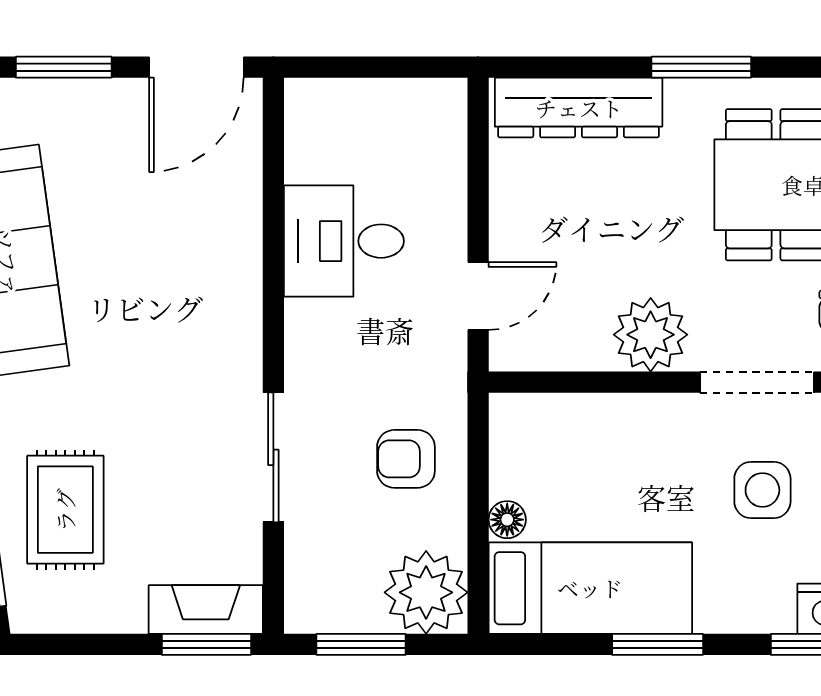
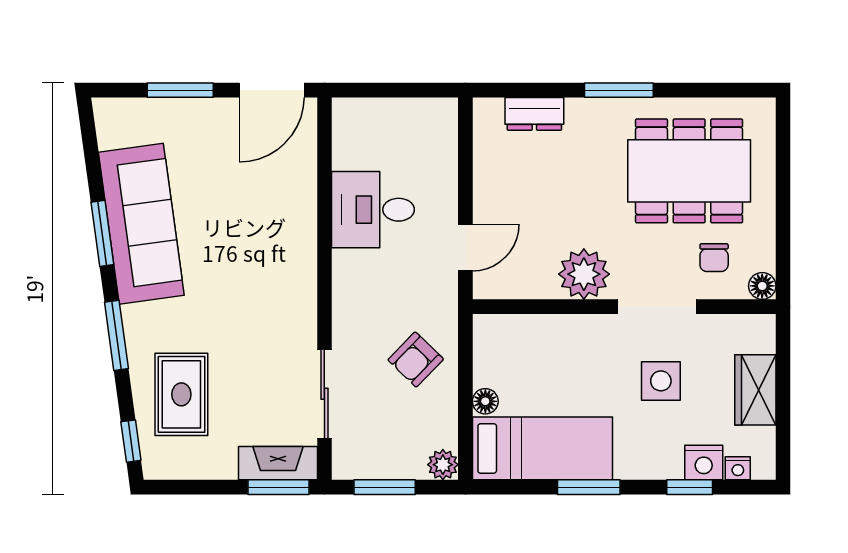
dresser: (579, 108) -> (534, 114), width x0.51, depth x0.80
sliding door: (273, 457) -> (324, 394), moved
armchair: (406, 459) -> (416, 359), turned -46
plant: (426, 592) -> (443, 465), width x0.53, depth x0.53

